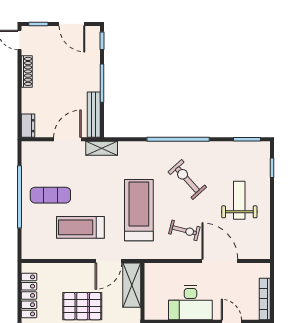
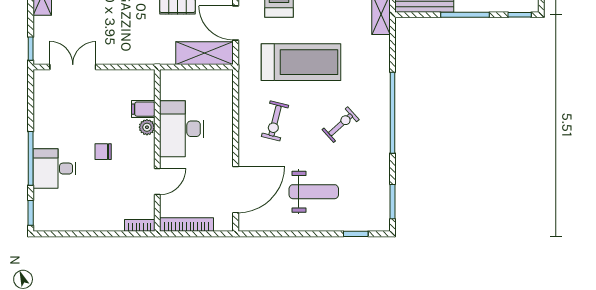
exercise bike: (187, 180) -> (341, 125), width x0.73, depth x0.72
door: (220, 261) -> (236, 190), moved

